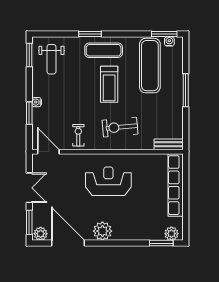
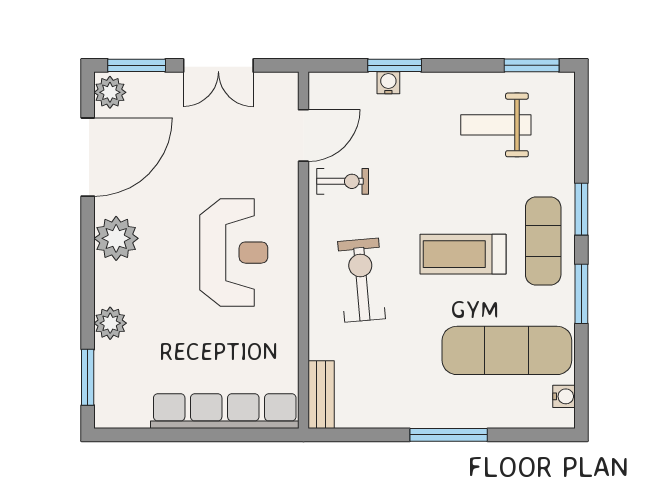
window: (164, 34) -> (581, 294), moved
weight bench: (51, 59) -> (496, 125), moved
water cooler: (37, 102) -> (388, 83), moved
door: (48, 152) -> (303, 135), moved
plant: (171, 234) -> (110, 323), moved

